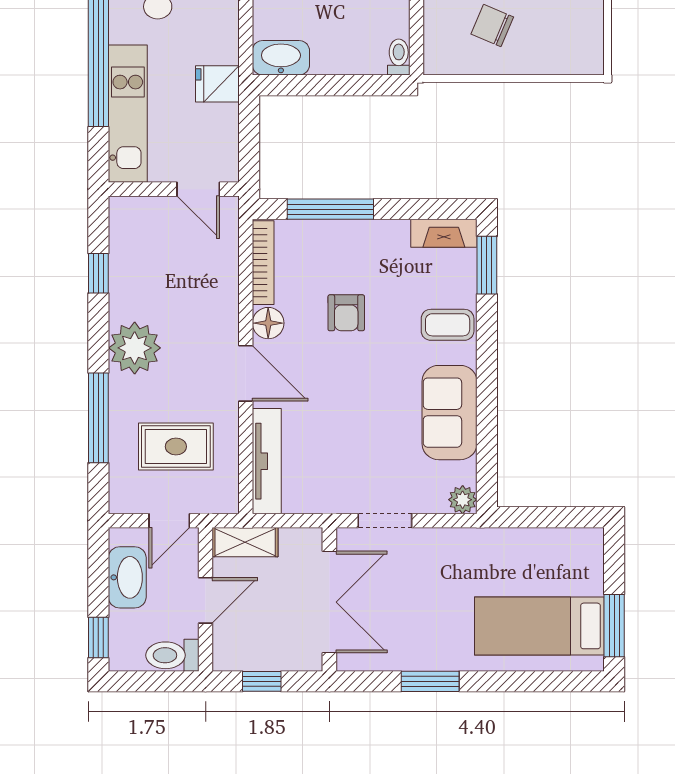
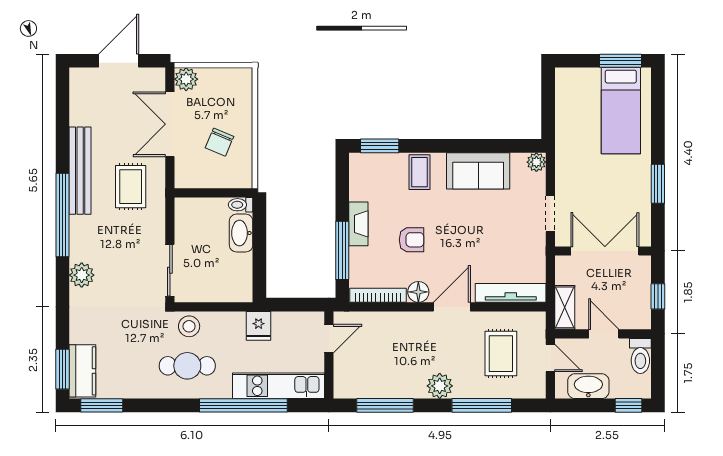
washbasin: (281, 58) -> (241, 233), moved
fireplace: (444, 233) -> (358, 224), moved
window: (98, 273) -> (385, 405), width x2.17
plant: (135, 348) -> (440, 386), width x0.73, depth x0.73

